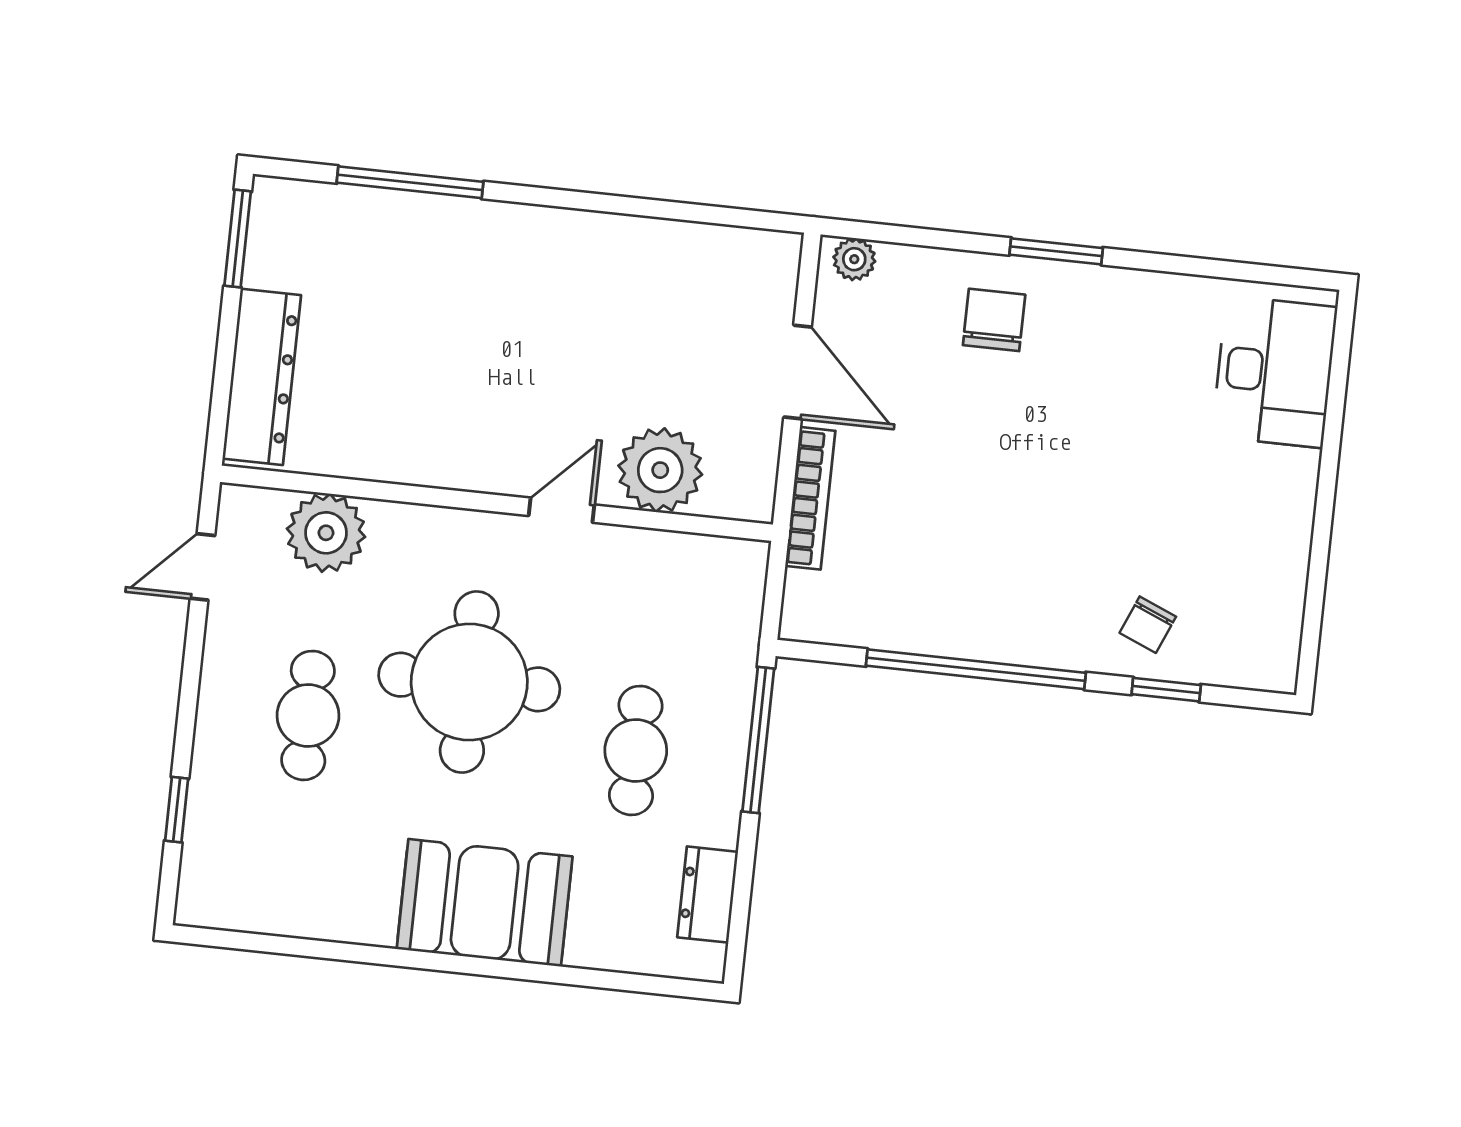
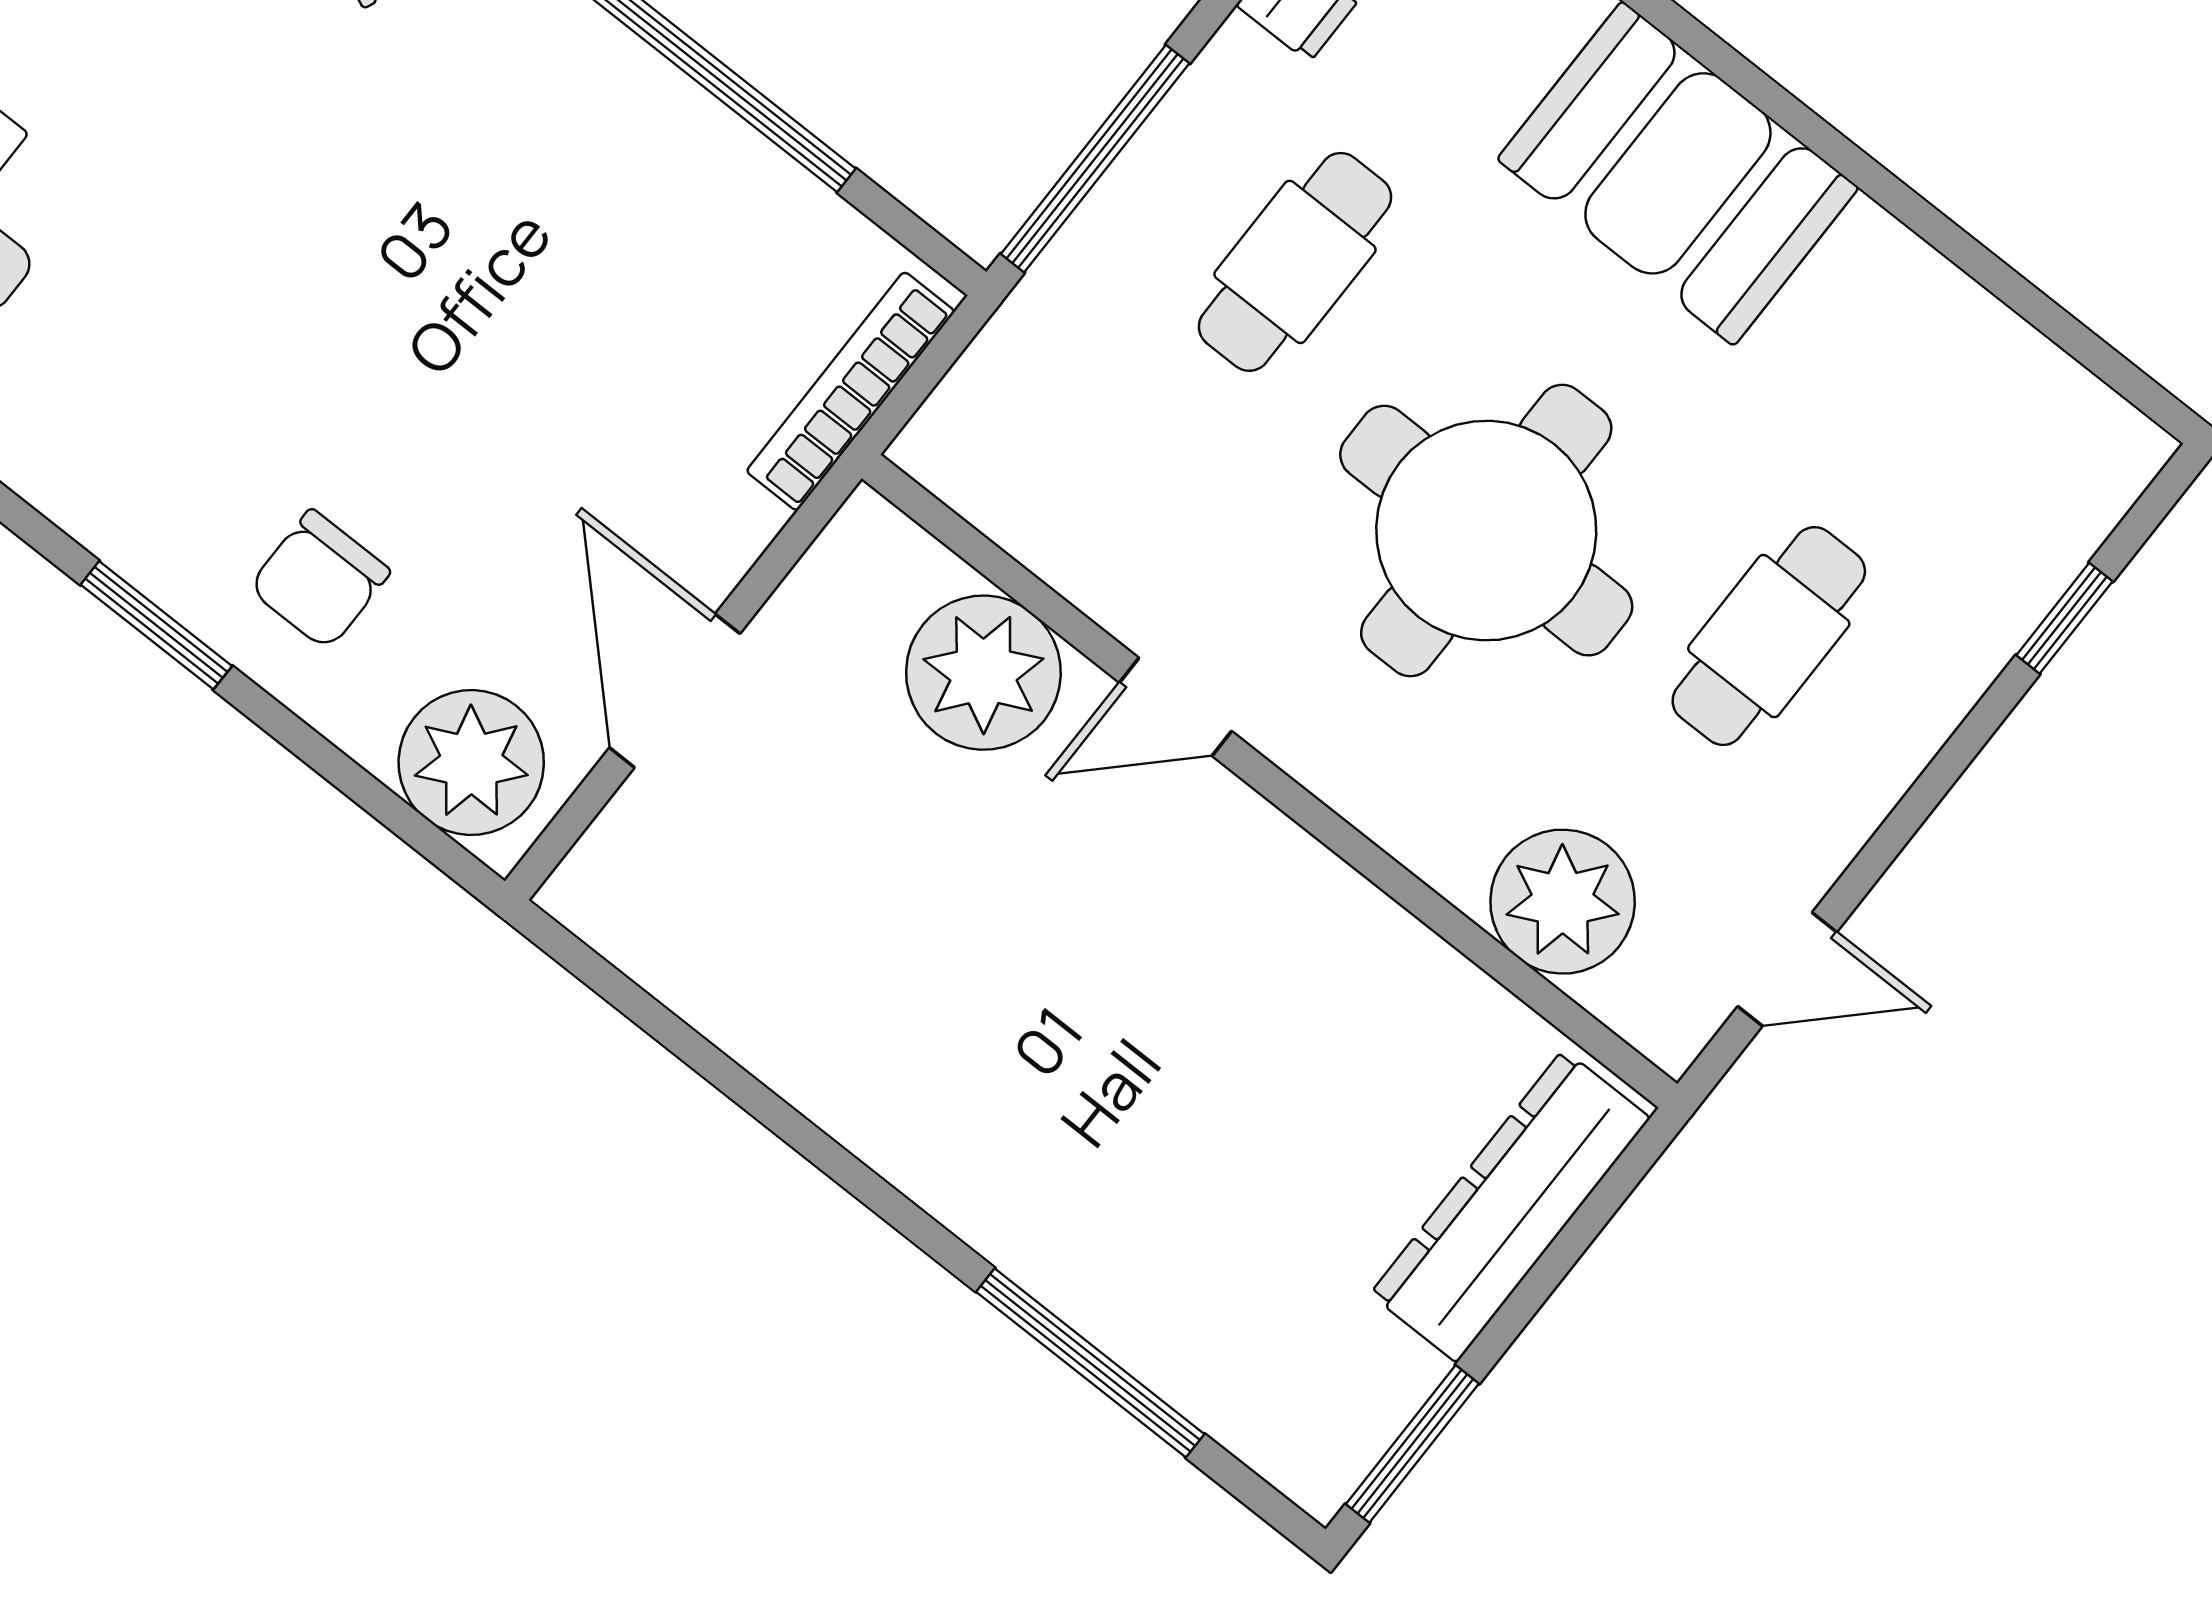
plant: (854, 259) -> (471, 762), width x1.87, depth x1.87
bookcase: (810, 498) -> (851, 391), moved

